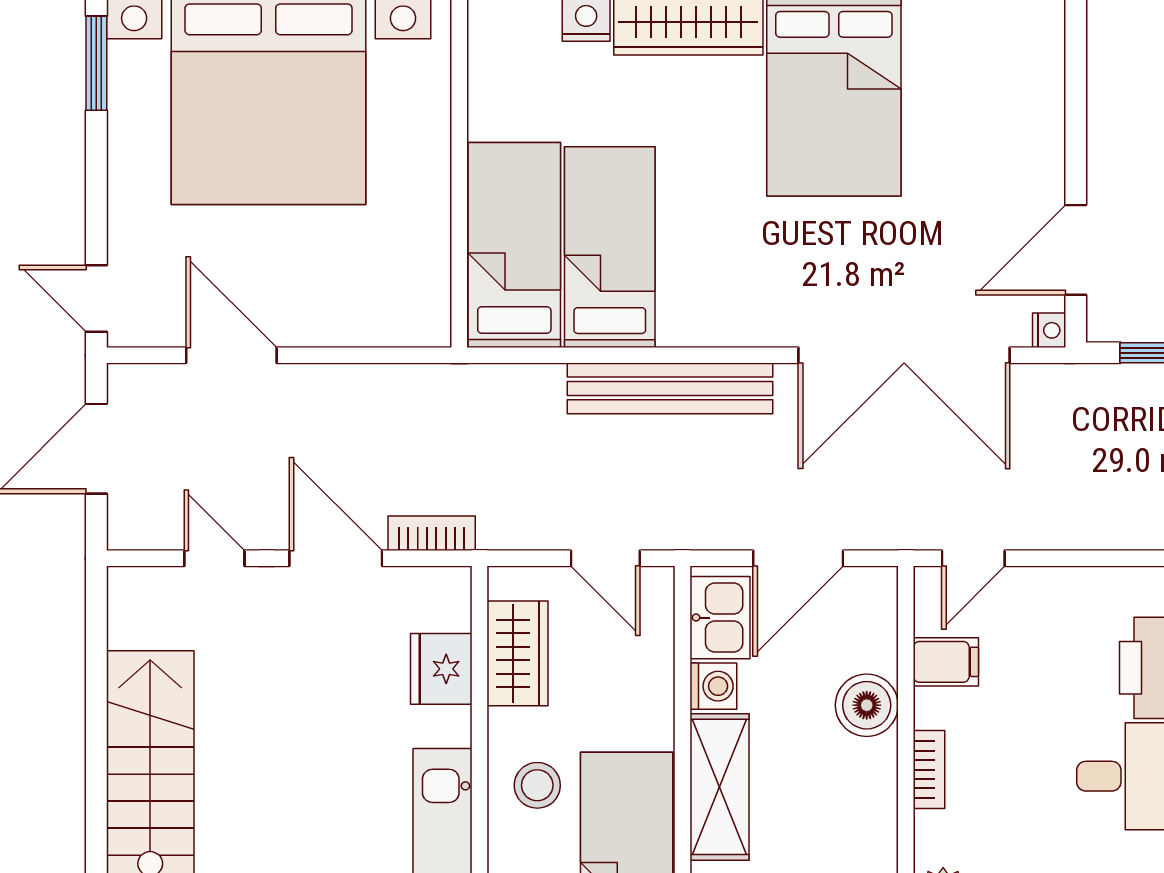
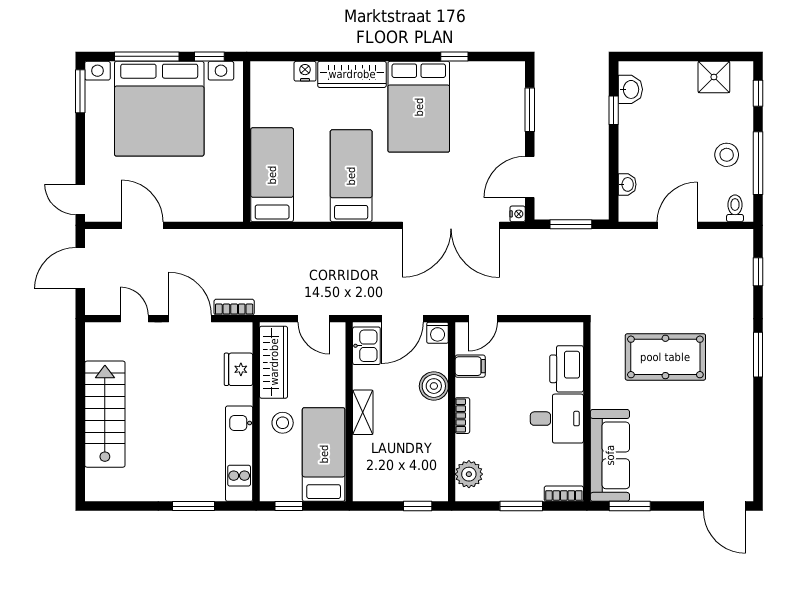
window: (1076, 104) -> (530, 110), added
bed: (610, 247) -> (351, 176), moved
bench: (670, 388) -> (344, 241), removed
wardrobe: (518, 653) -> (274, 362), width x1.50
washing machine: (713, 686) -> (438, 333), moved, turned 90
shelving: (719, 787) -> (363, 412), width x0.67, depth x0.75

